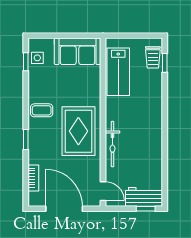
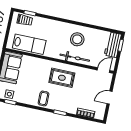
rug: (78, 131) -> (62, 78), width x0.73, depth x0.70
stool: (141, 142) -> (77, 39), added
door: (64, 209) -> (110, 98), width x0.53

